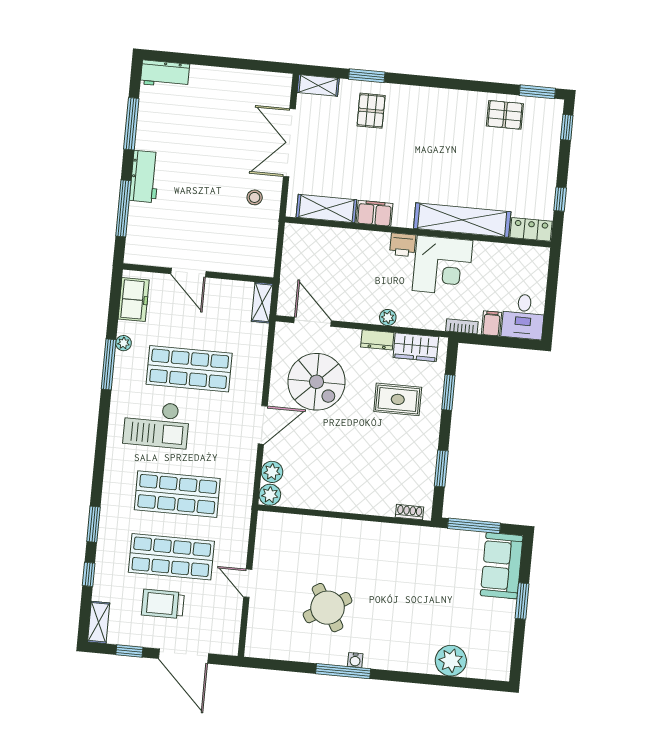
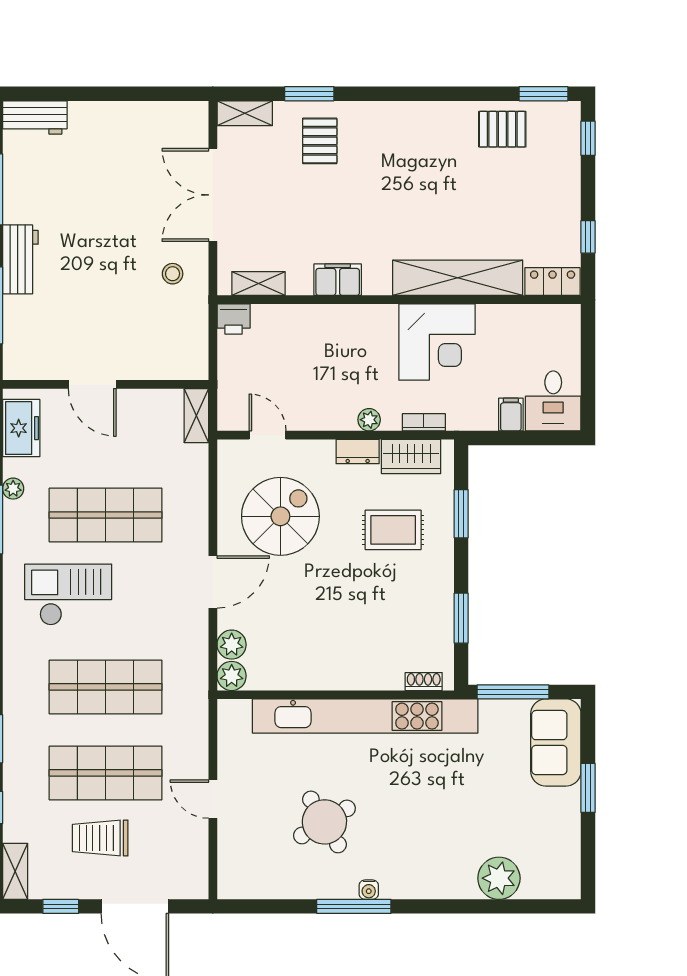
shelving: (326, 209) -> (258, 284), width x0.67, depth x0.75
printer: (403, 245) -> (234, 319), moved
door: (313, 322) -> (268, 435), width x0.73
bookcase: (462, 326) -> (424, 422), moved
spiral stairs: (317, 382) -> (280, 516), turned -90
checkout: (156, 424) -> (68, 595), turned 180
kitchen unit: (364, 533) -> (365, 716), added

